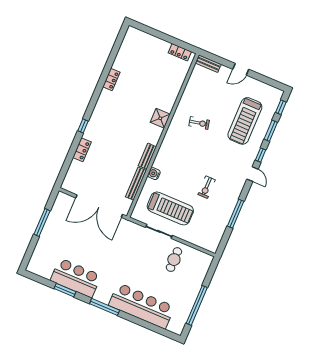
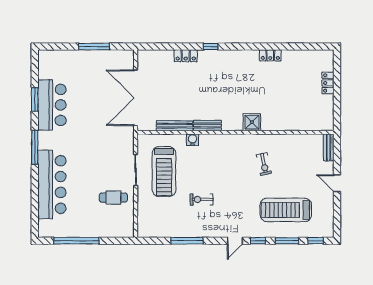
locker: (180, 52) -> (328, 83), moved

